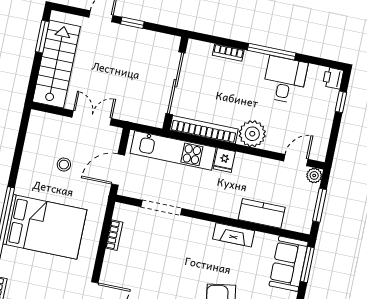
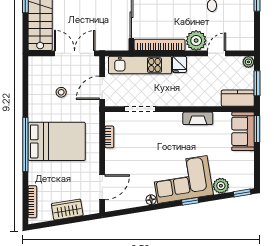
double door: (92, 118) -> (75, 53), width x1.37
door: (296, 160) -> (217, 53), moved
kitchen counter: (262, 213) -> (238, 98), moved

